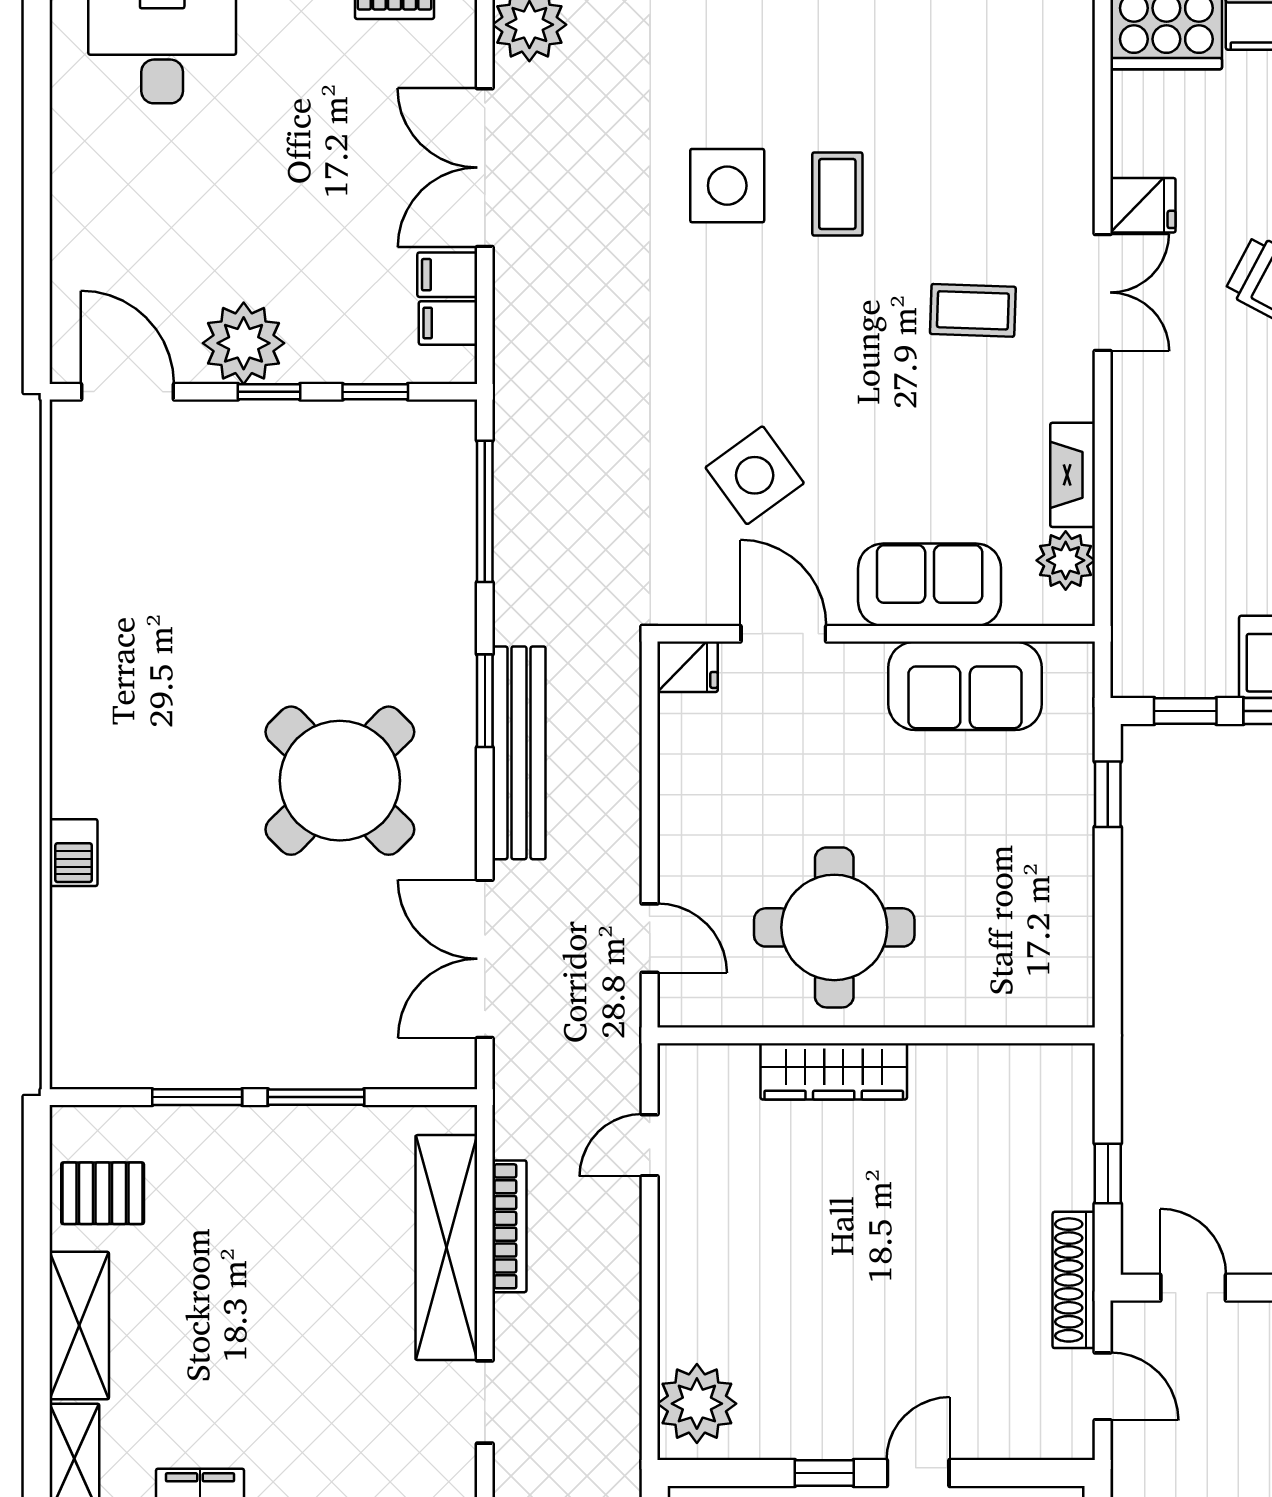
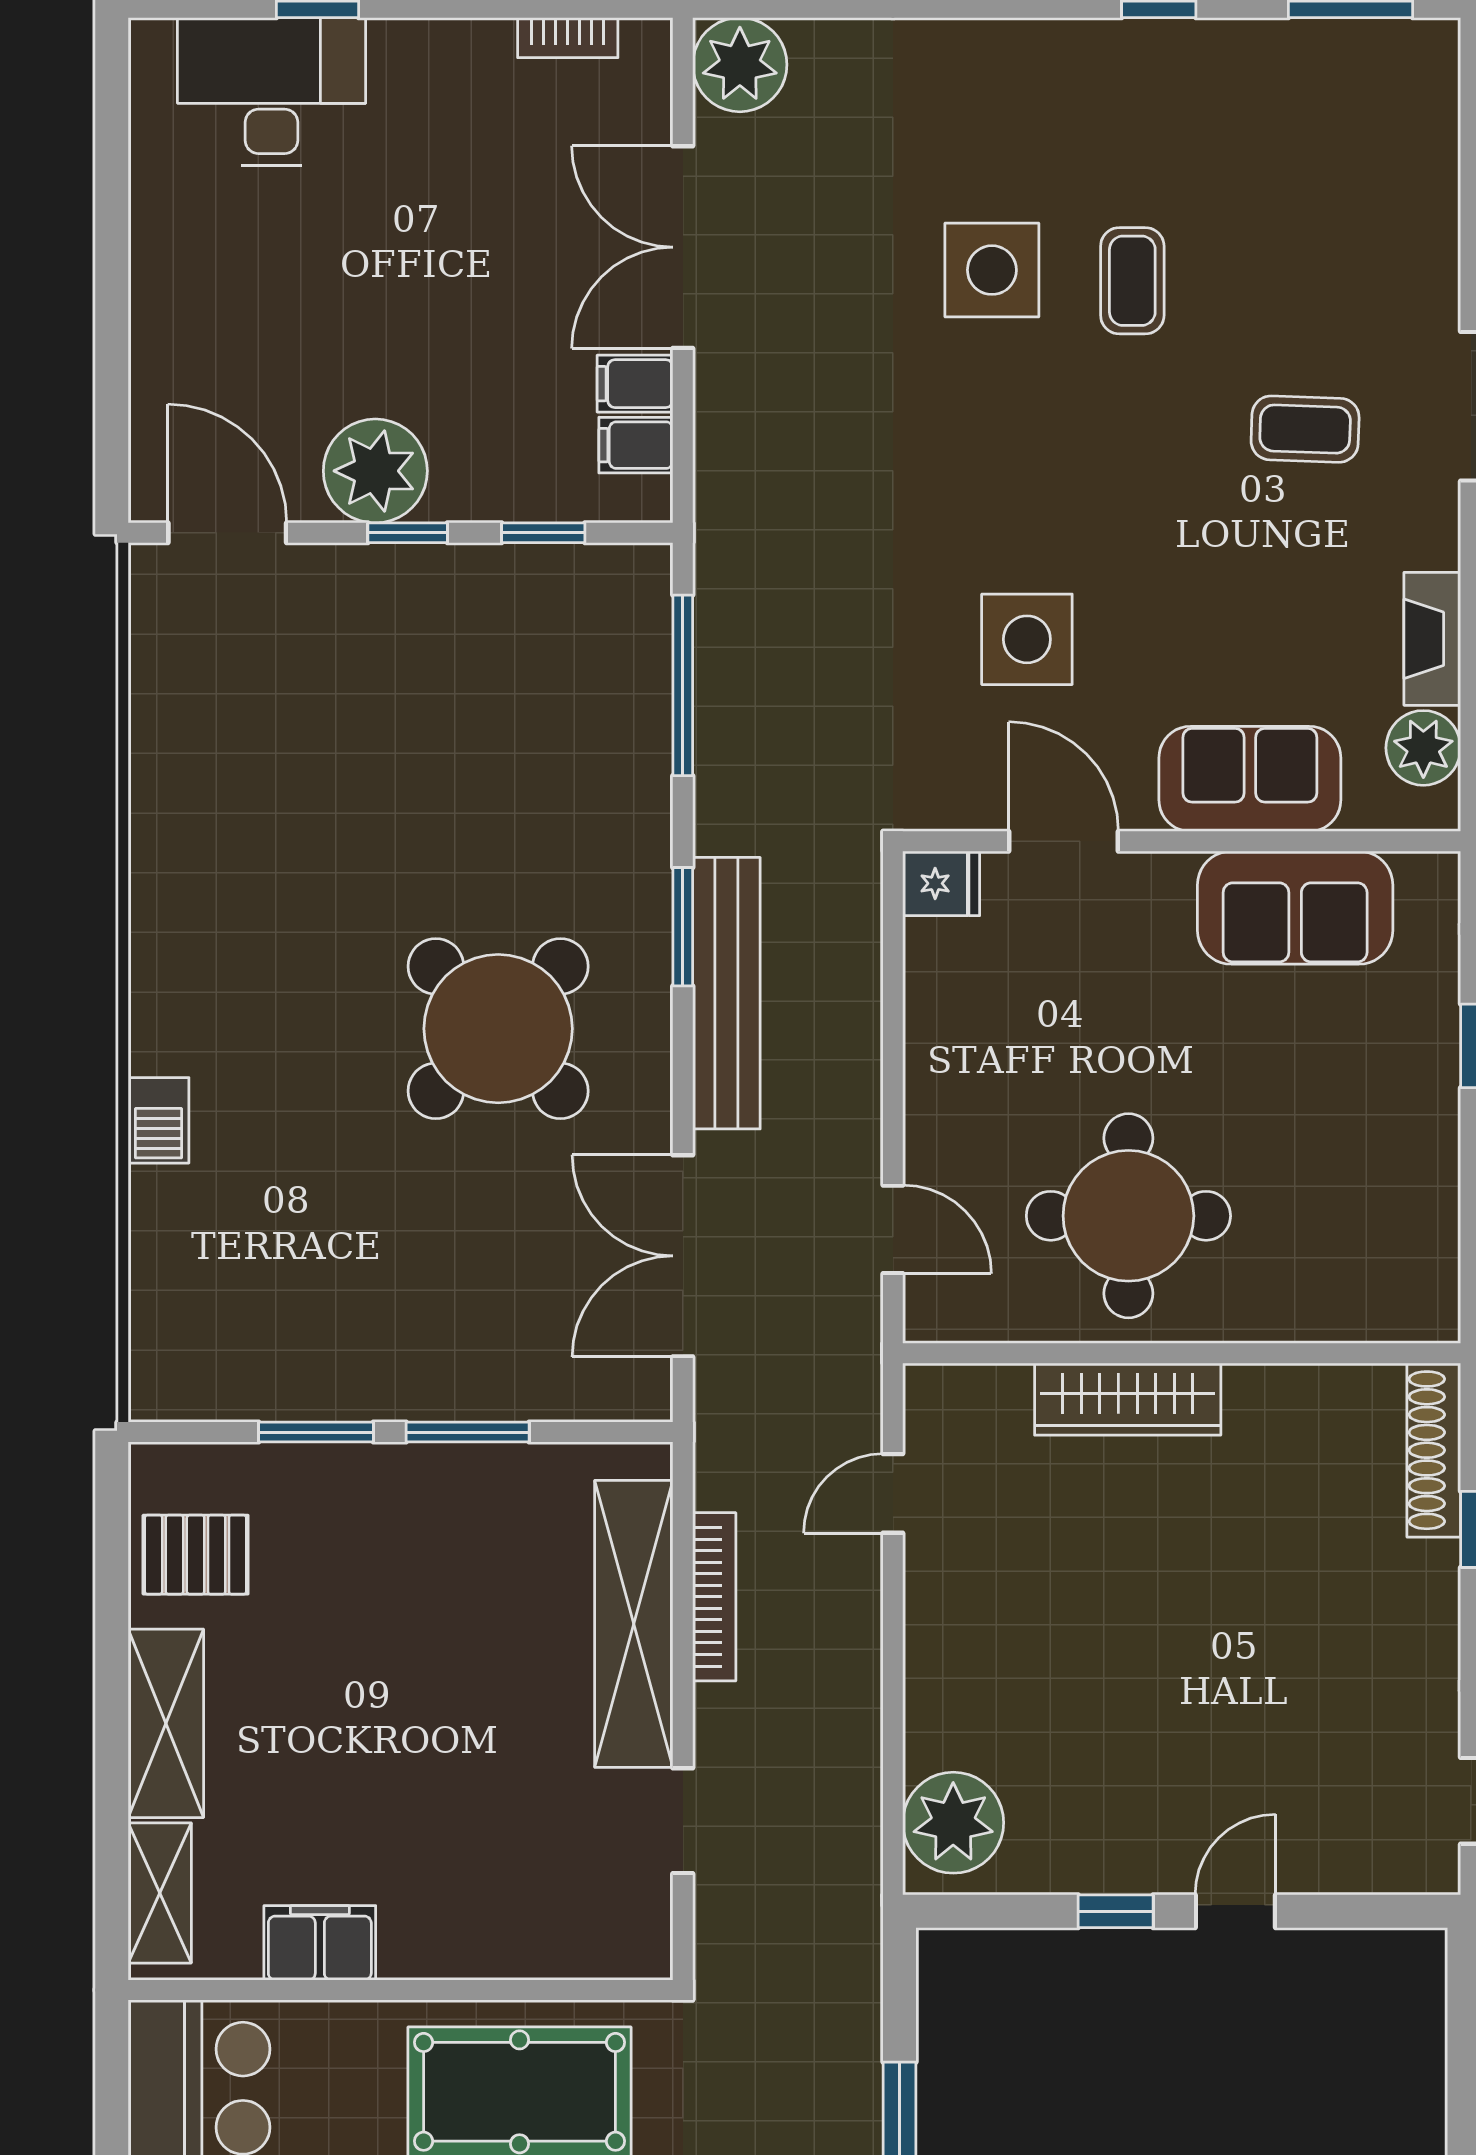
side table: (755, 475) -> (1027, 639), turned 36
shoe rack: (1074, 1280) -> (1434, 1450), moved

